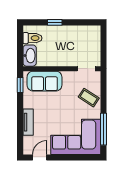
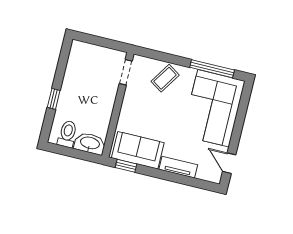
sofa: (44, 81) -> (138, 150), moved, turned -90

